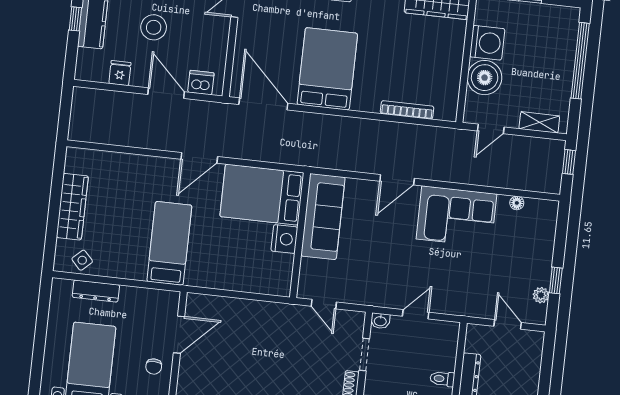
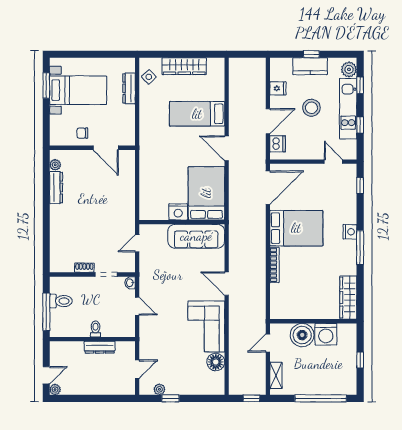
bookcase: (407, 110) -> (275, 265), moved
door: (491, 129) -> (268, 343), hinge flipped
floor lamp: (517, 203) -> (216, 362), width x1.89, depth x1.89
bed: (169, 243) -> (197, 114), moved, turned 180

